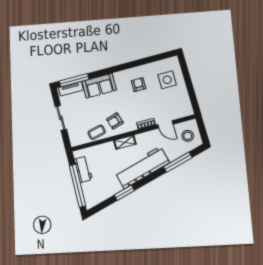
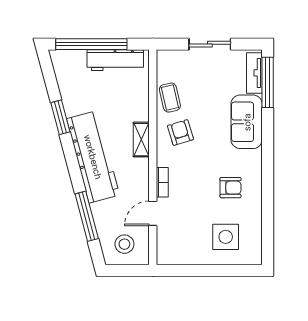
workbench: (83, 169) -> (115, 60), width x1.38

